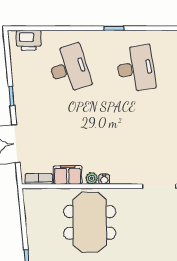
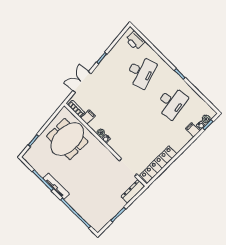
filing cabinet: (68, 175) -> (88, 117), width x0.50
meeting table: (90, 222) -> (67, 139), moved

